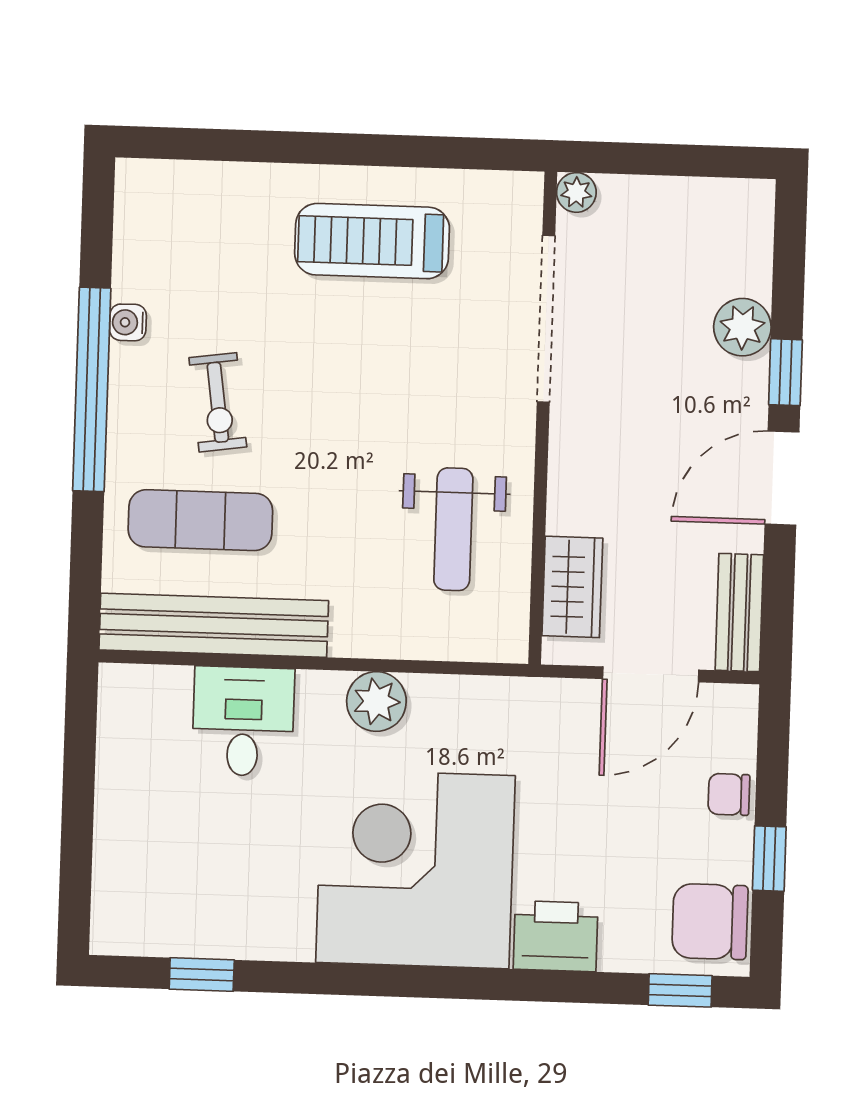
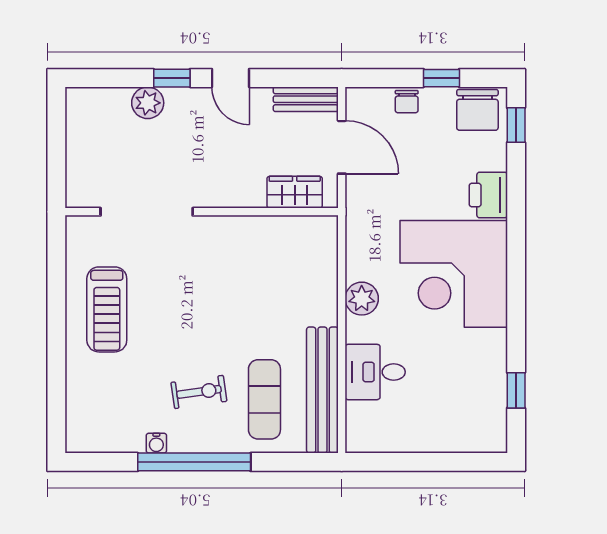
plant: (576, 192) -> (76, 197), removed
door: (782, 478) -> (231, 78), width x0.73
weight bench: (453, 529) -> (265, 259), removed

